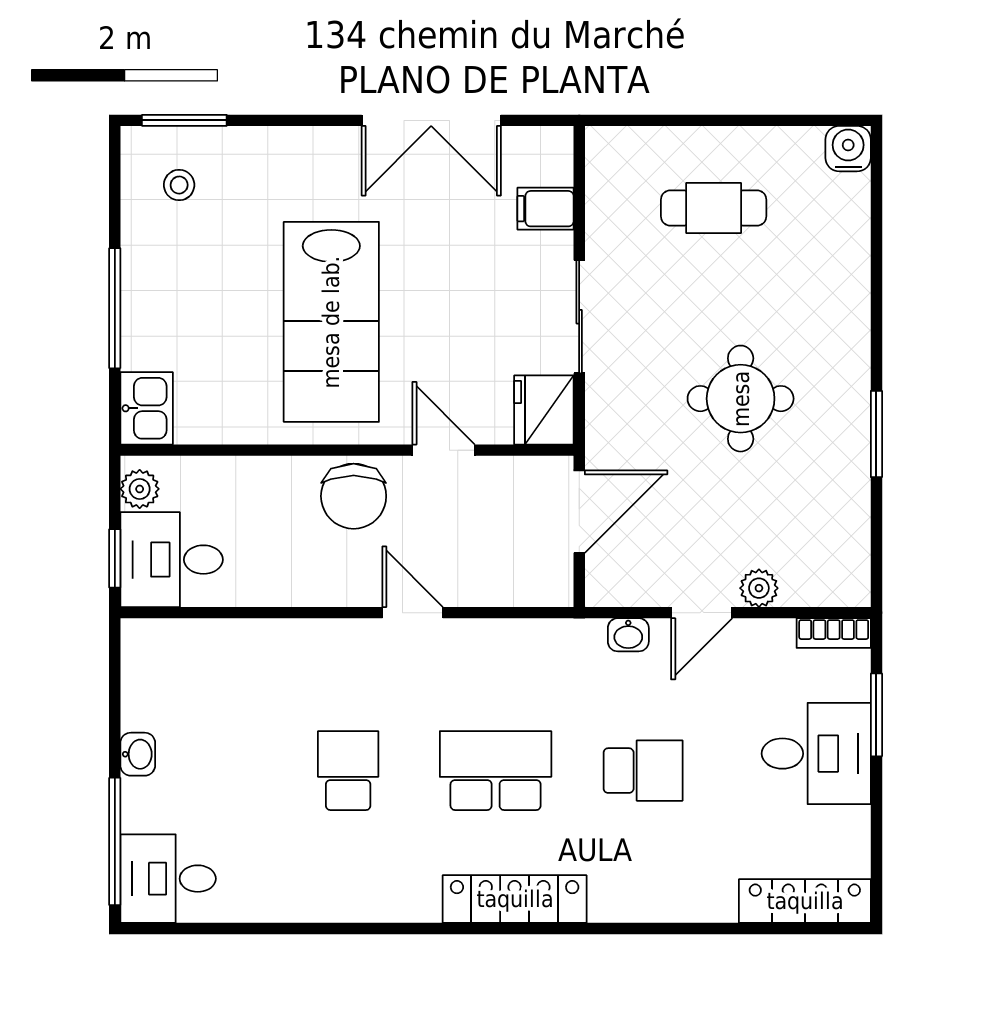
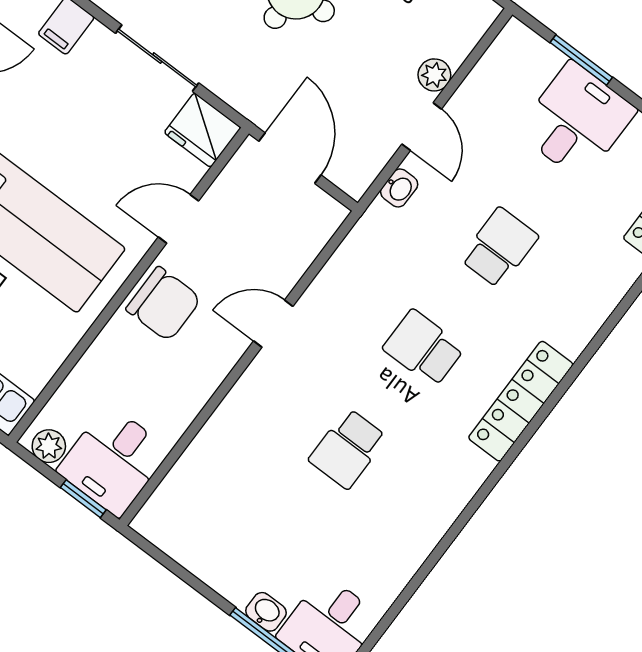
bookcase: (834, 633) -> (503, 47), removed
washbasin: (138, 754) -> (266, 612), moved
school desk: (348, 771) -> (348, 449), turned -90
school desk: (496, 771) -> (424, 348), width x0.54

